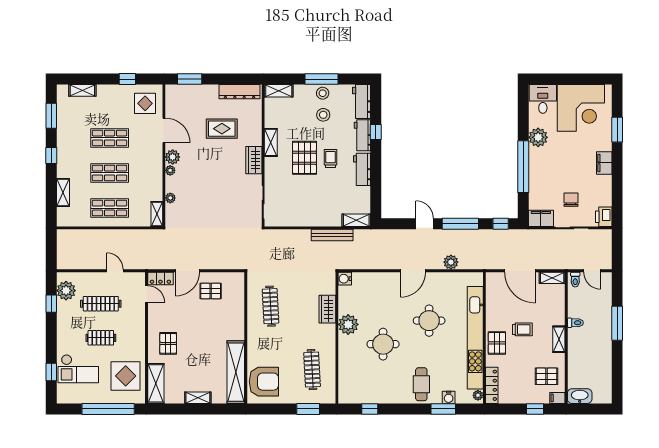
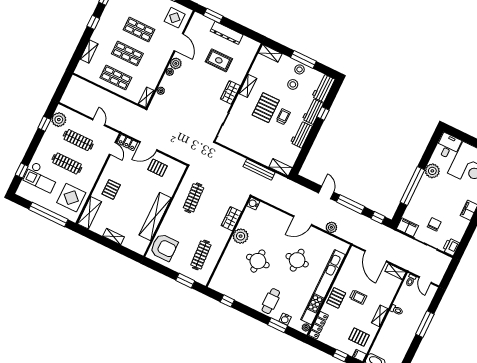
dresser: (240, 92) -> (227, 33), moved
clothes rail: (101, 338) -> (67, 163), width x1.36
shelving: (236, 372) -> (155, 217), moved

